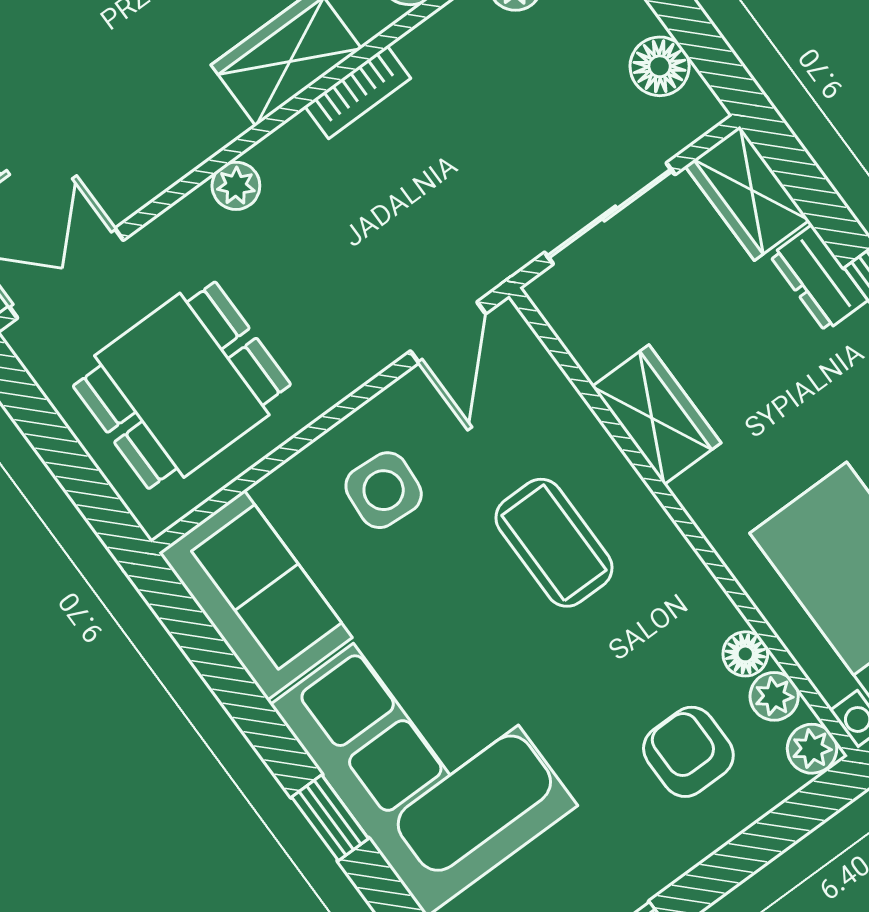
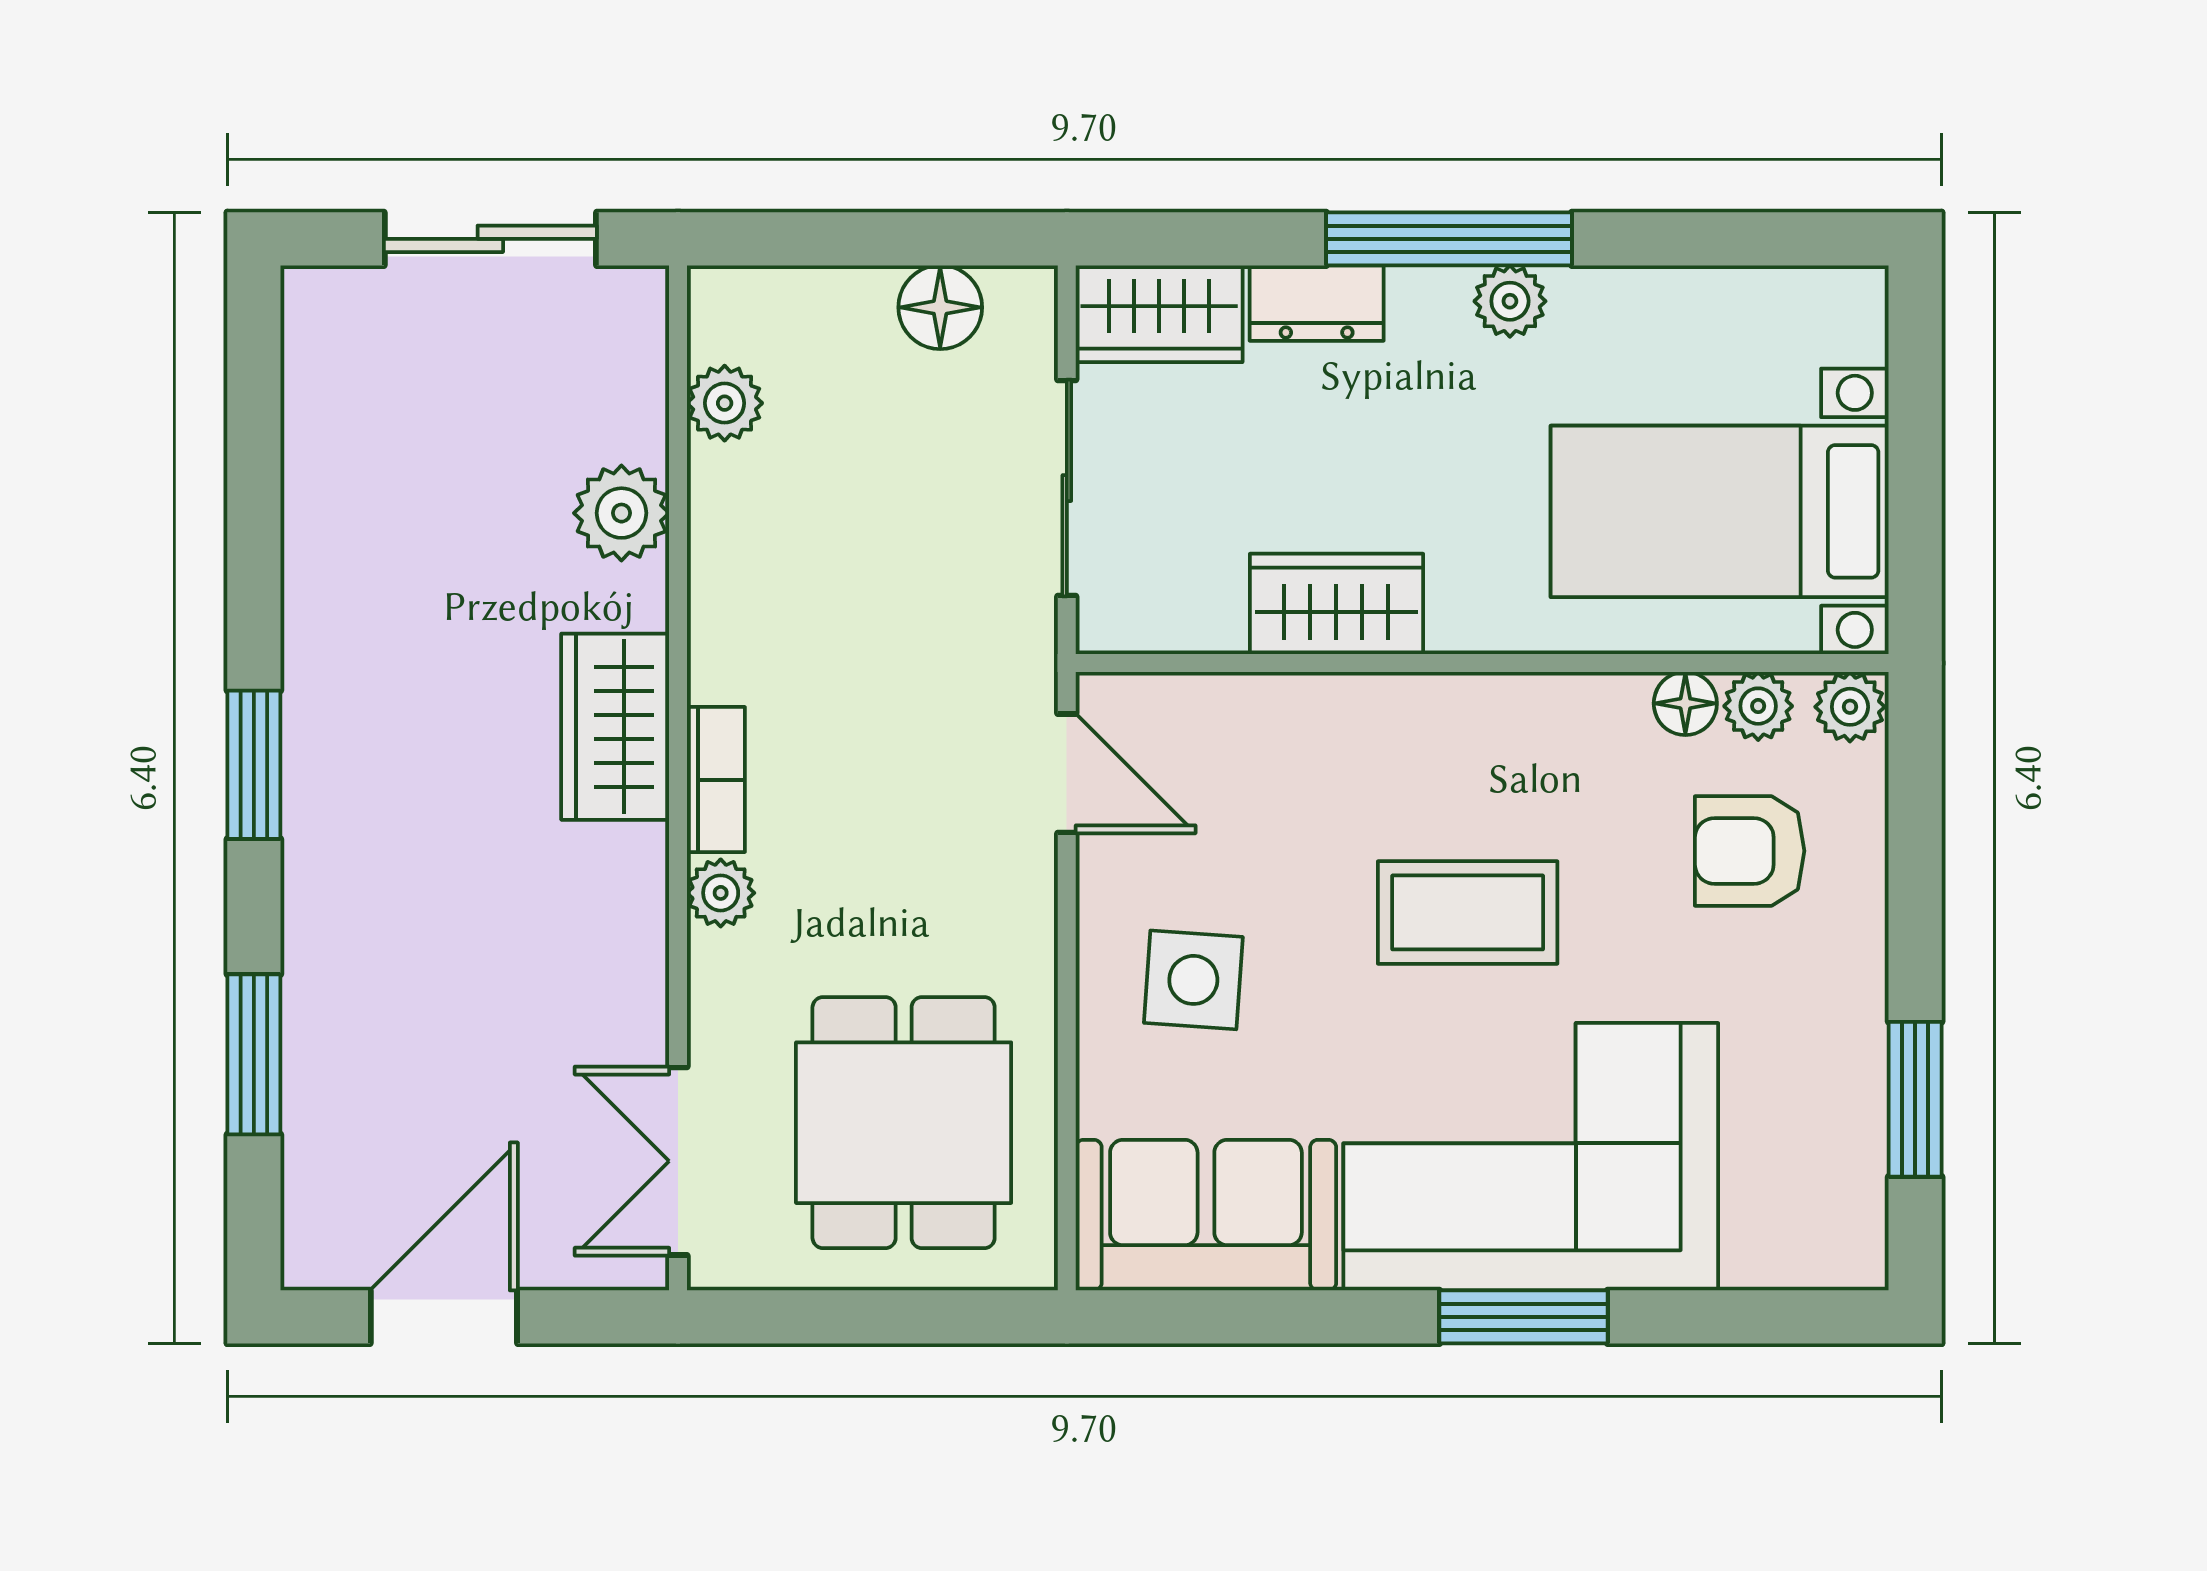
bookcase: (358, 92) -> (716, 780), moved
coffee table: (554, 543) -> (1468, 912), moved
window: (330, 818) -> (1524, 1317), width x1.50

